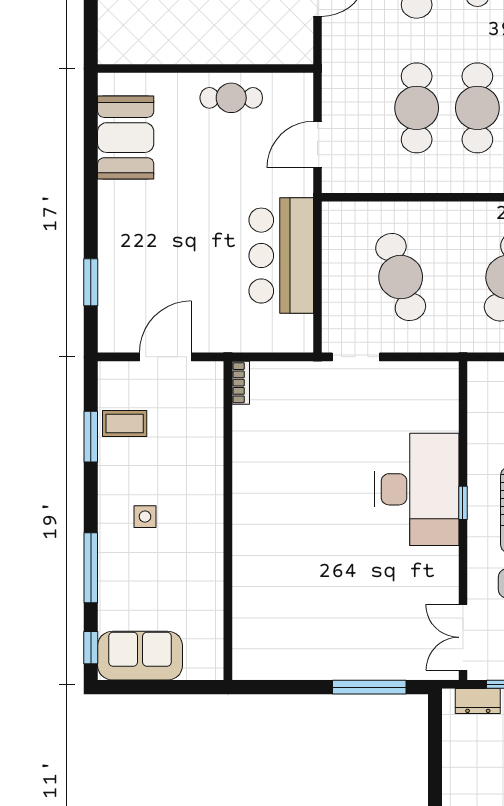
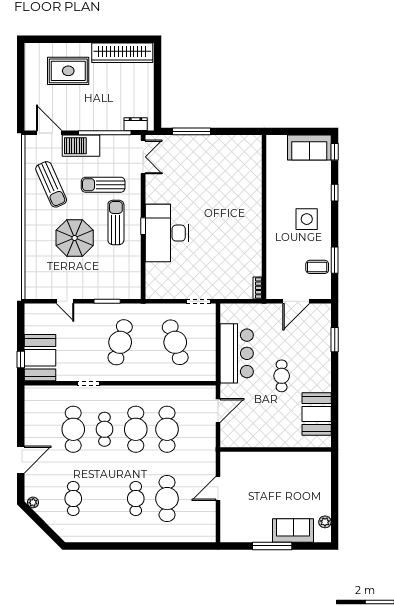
cafe table: (231, 98) -> (282, 376), moved, turned 90
side table: (145, 517) -> (307, 219), width x1.87, depth x1.87
window: (91, 568) -> (335, 193), width x0.46

